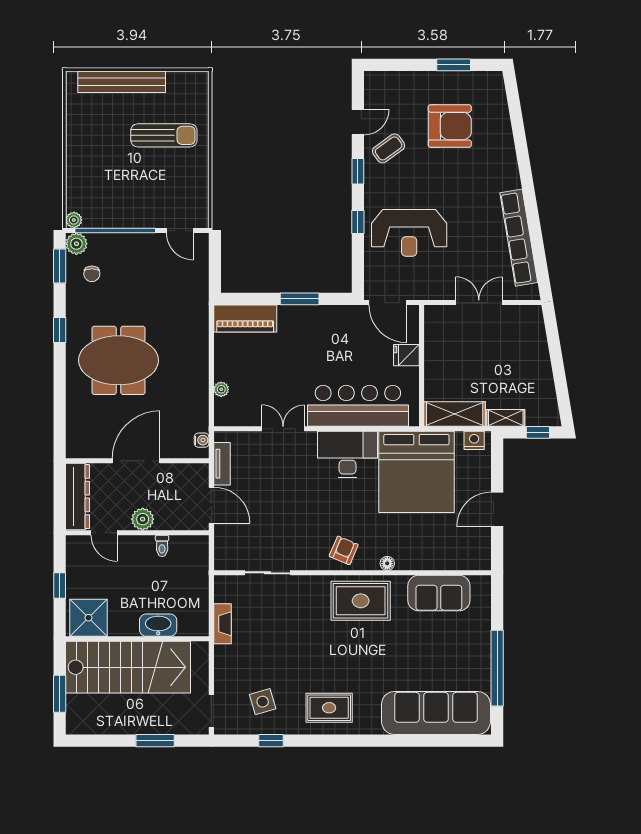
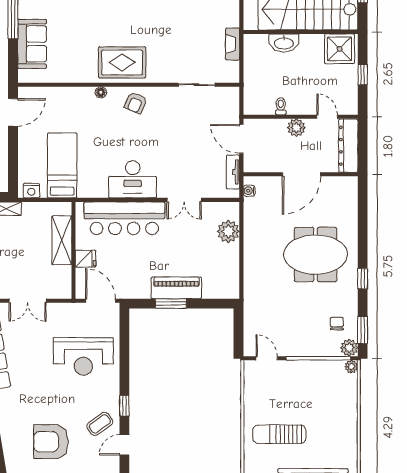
window: (358, 222) -> (124, 365), removed
reception desk: (409, 233) -> (83, 356), turned 180
piano: (245, 319) -> (176, 288), moved
plant: (221, 389) -> (228, 231), width x1.87, depth x1.87
shelving: (455, 414) -> (62, 240), moved, turned 90
bed: (416, 472) -> (62, 165), width x0.49
door: (497, 509) -> (13, 112), moved
sofa: (439, 593) -> (32, 44), moved, turned 90

